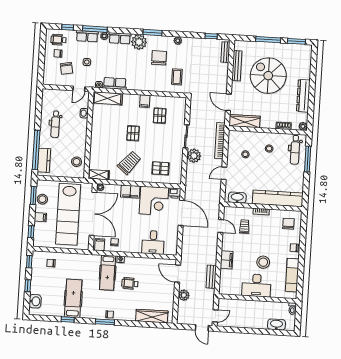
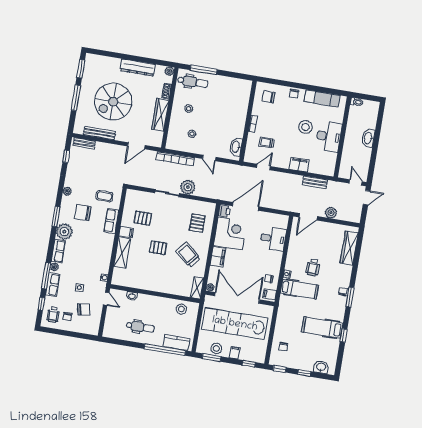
row of seats: (115, 83) -> (111, 221), moved
shelving: (107, 98) -> (122, 253), moved
wardrobe: (244, 121) -> (160, 115), moved
kitchen counter: (278, 198) -> (241, 105), removed
lab bench: (68, 214) -> (235, 324), turned 180
washbasin: (276, 324) -> (368, 138), moved

